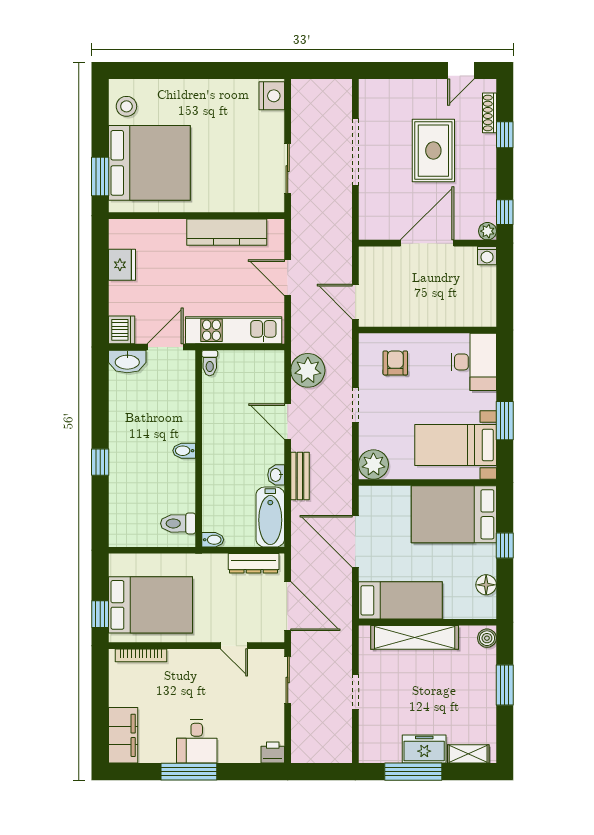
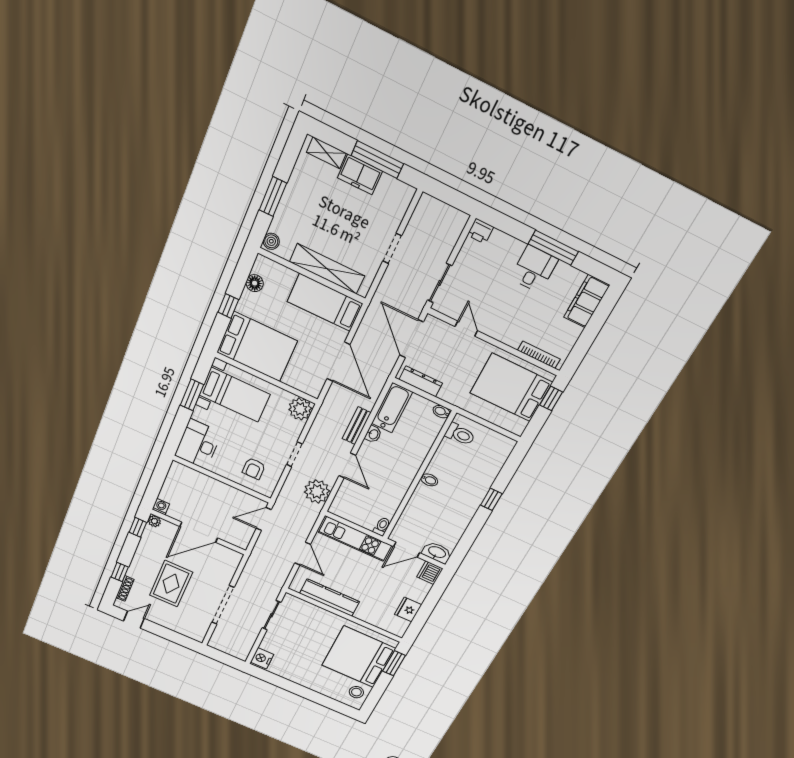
door: (355, 302) -> (264, 519), swing flipped

